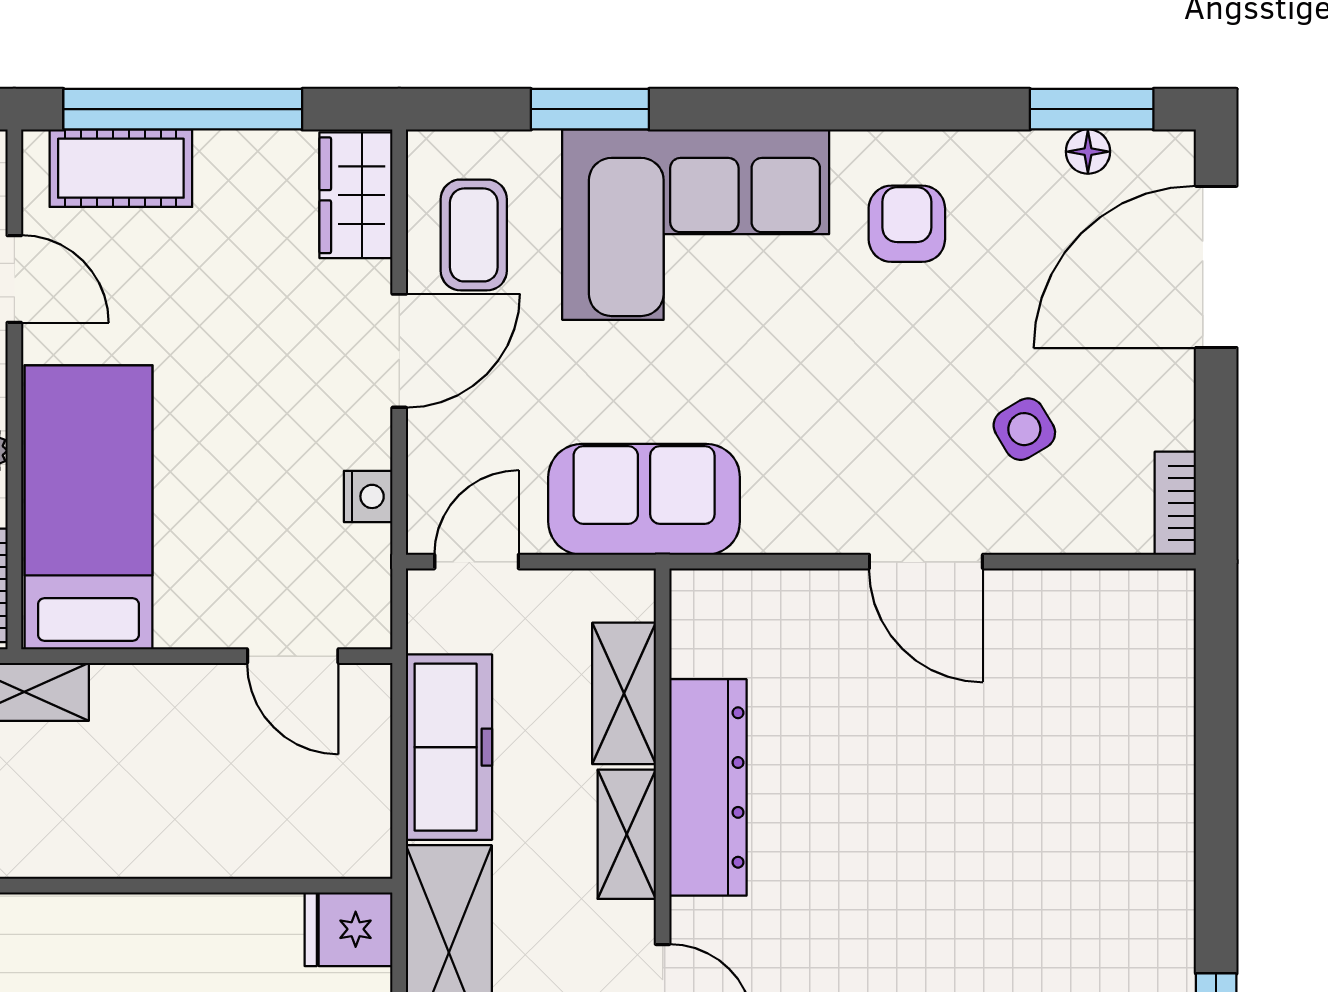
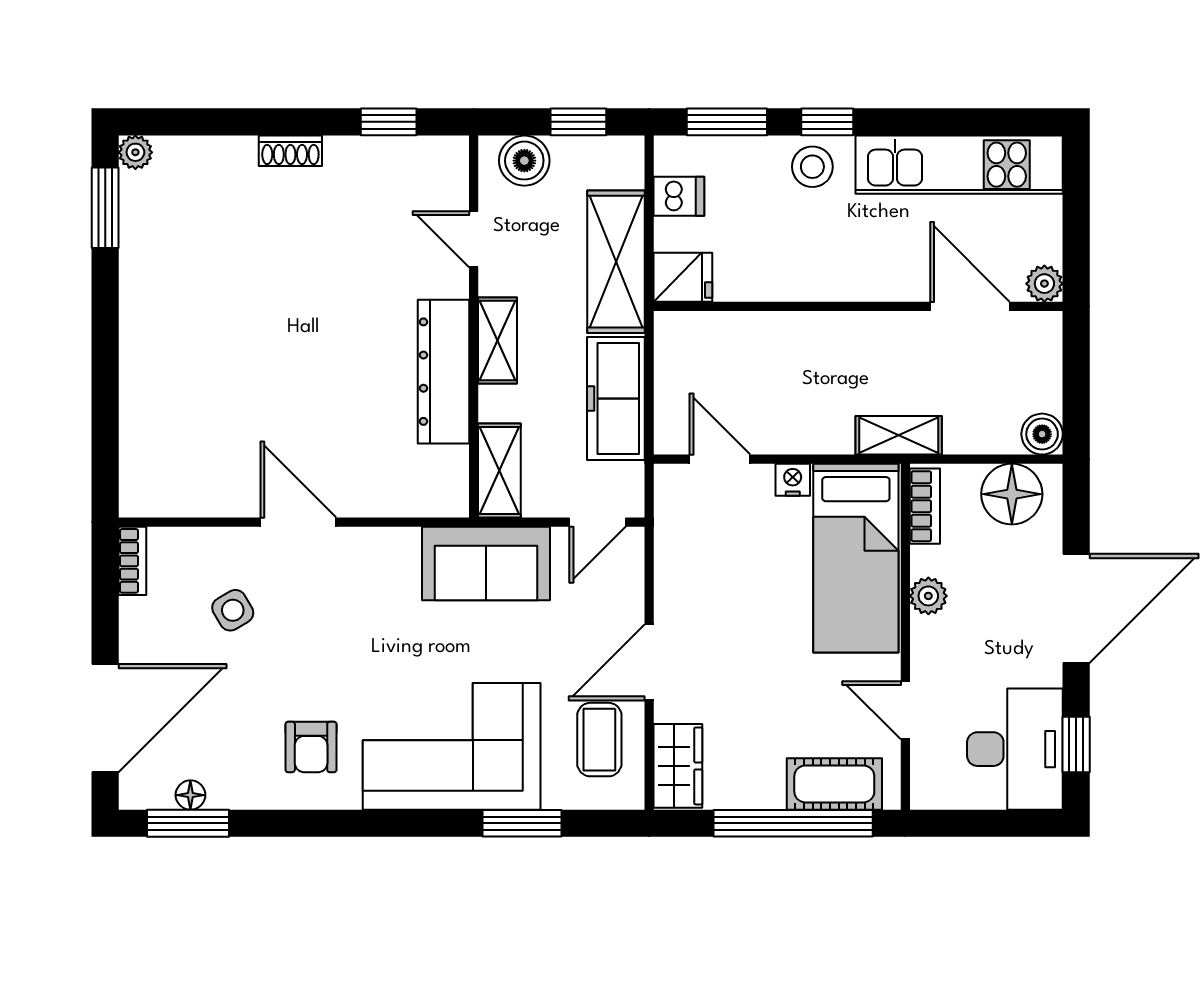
nightstand: (368, 496) -> (793, 480), moved, turned 90
shelving: (624, 693) -> (499, 470), moved

